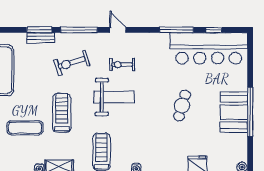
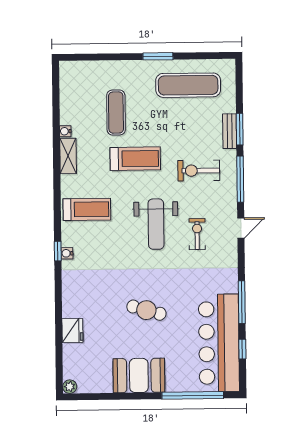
exercise bike: (72, 63) -> (199, 171), turned -72
window: (250, 112) -> (193, 395), moved

